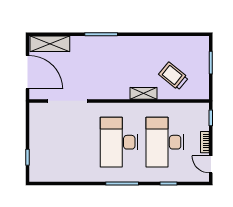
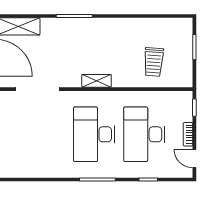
trolley: (173, 76) -> (154, 62), turned -125
shelving: (144, 93) -> (97, 81), moved

